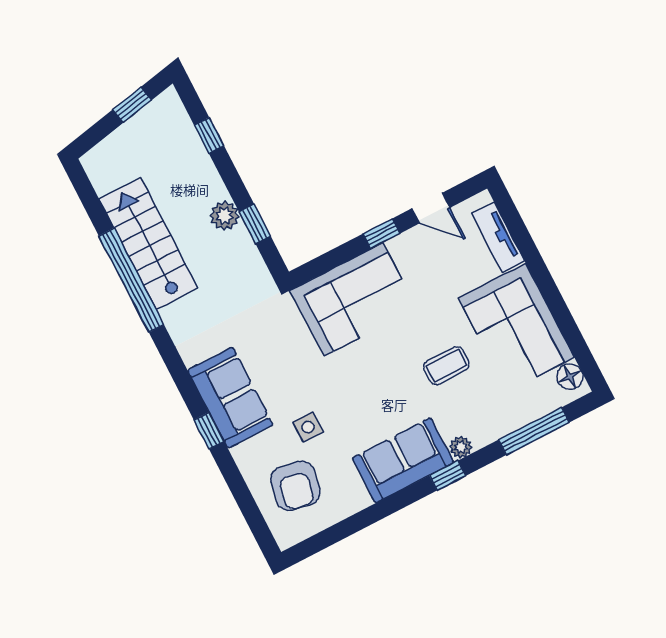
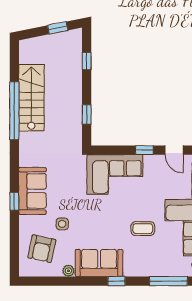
plant: (225, 216) -> (74, 103), removed
plant: (461, 447) -> (68, 271), moved

